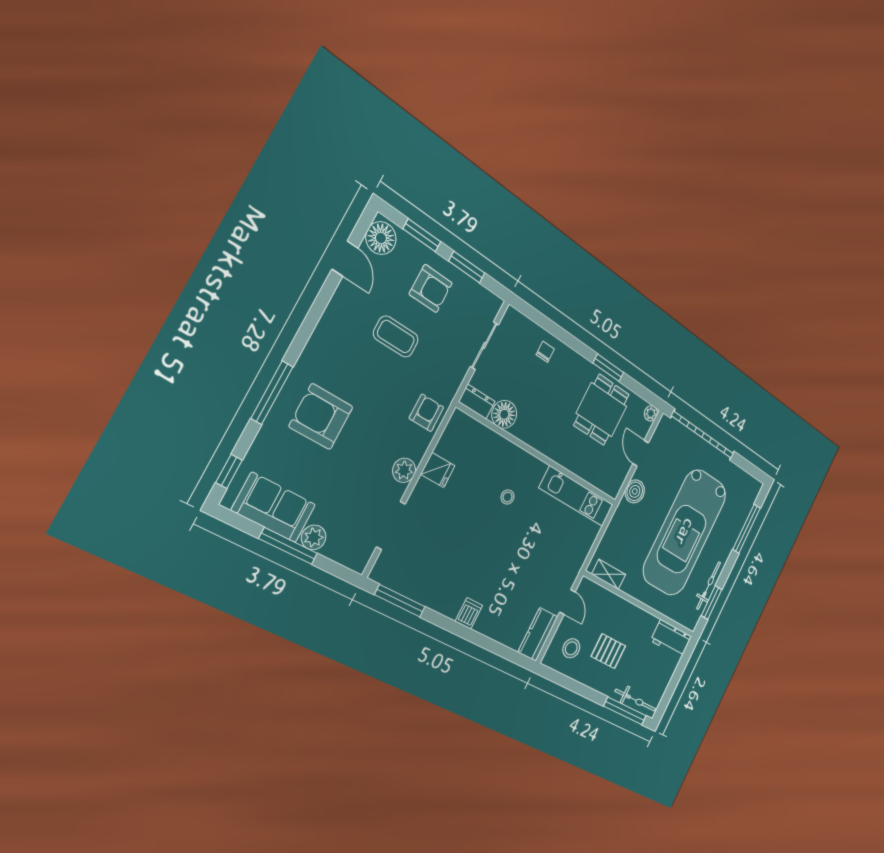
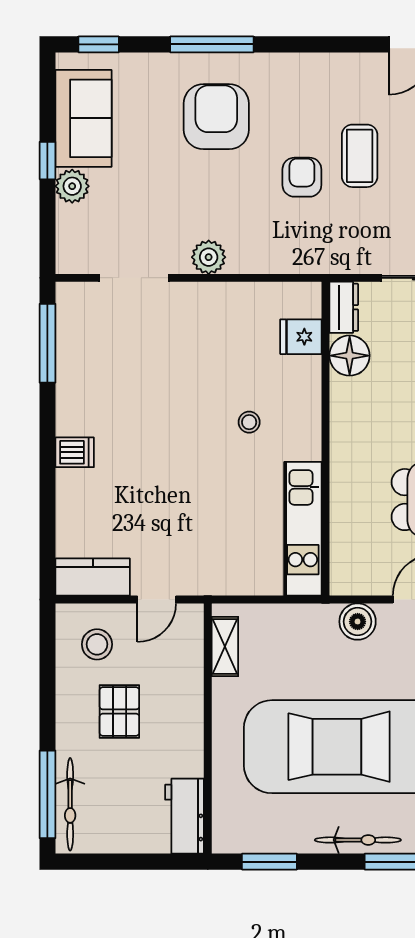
armchair: (426, 413) -> (302, 177), moved, turned -90
fridge: (438, 470) -> (301, 337), moved, turned 90
window: (288, 546) -> (47, 161), width x0.46
bicycle: (709, 586) -> (358, 840), moved

